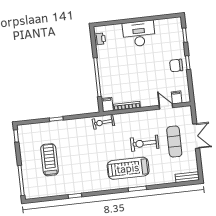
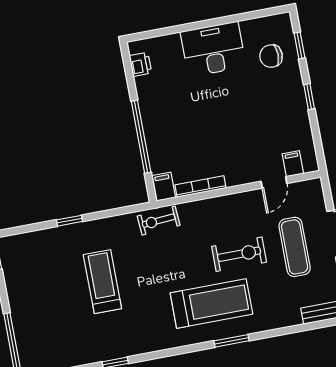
chair: (176, 65) -> (271, 56), moved
door: (166, 107) -> (274, 182), swing flipped
exercise bike: (145, 143) -> (239, 254), turned 180
treadmill: (50, 160) -> (102, 282), moved
treadmill: (128, 168) -> (211, 304), turned 180

